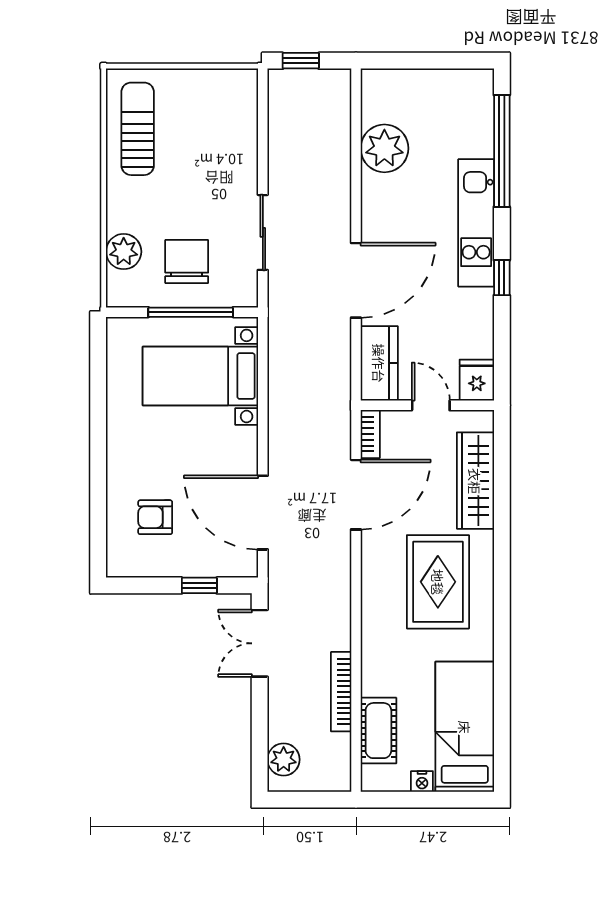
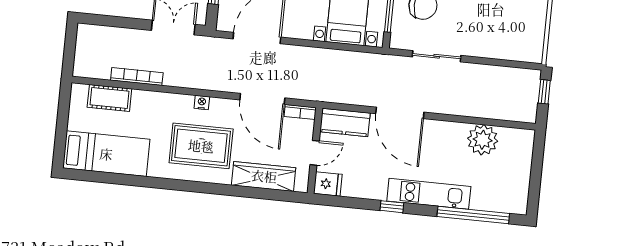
plant: (284, 760) -> (97, 35), removed
nightstand: (422, 781) -> (202, 103), moved, turned 90

